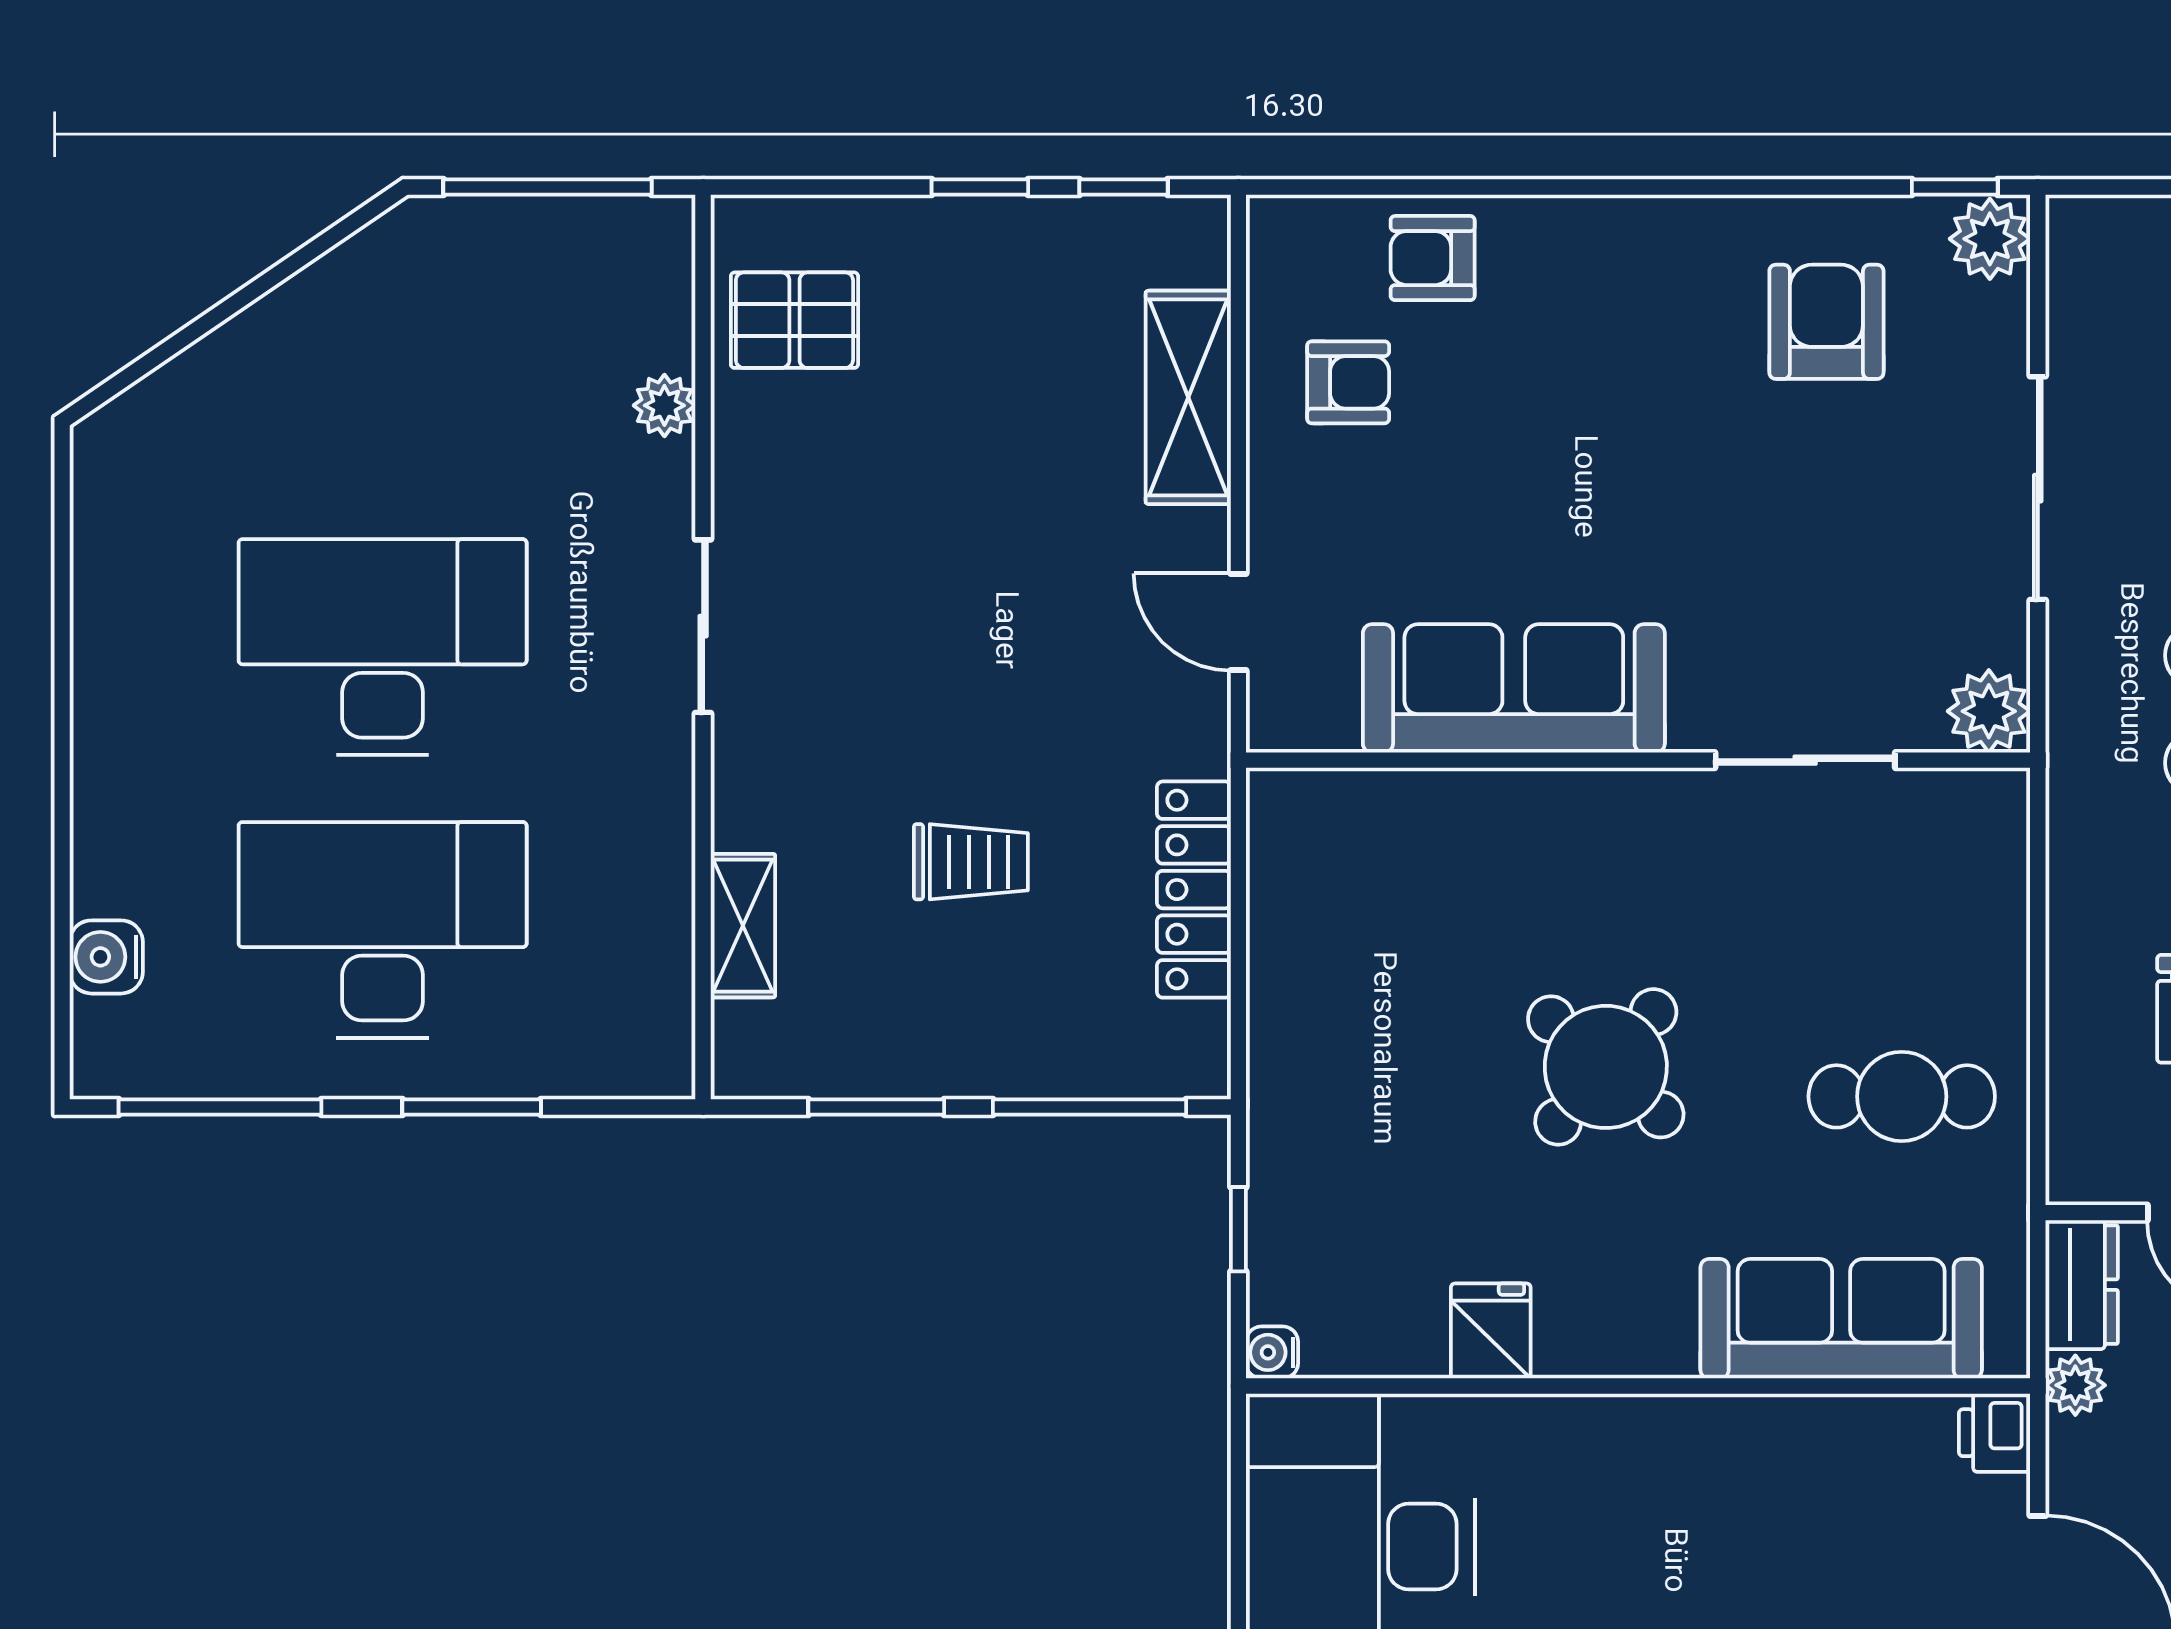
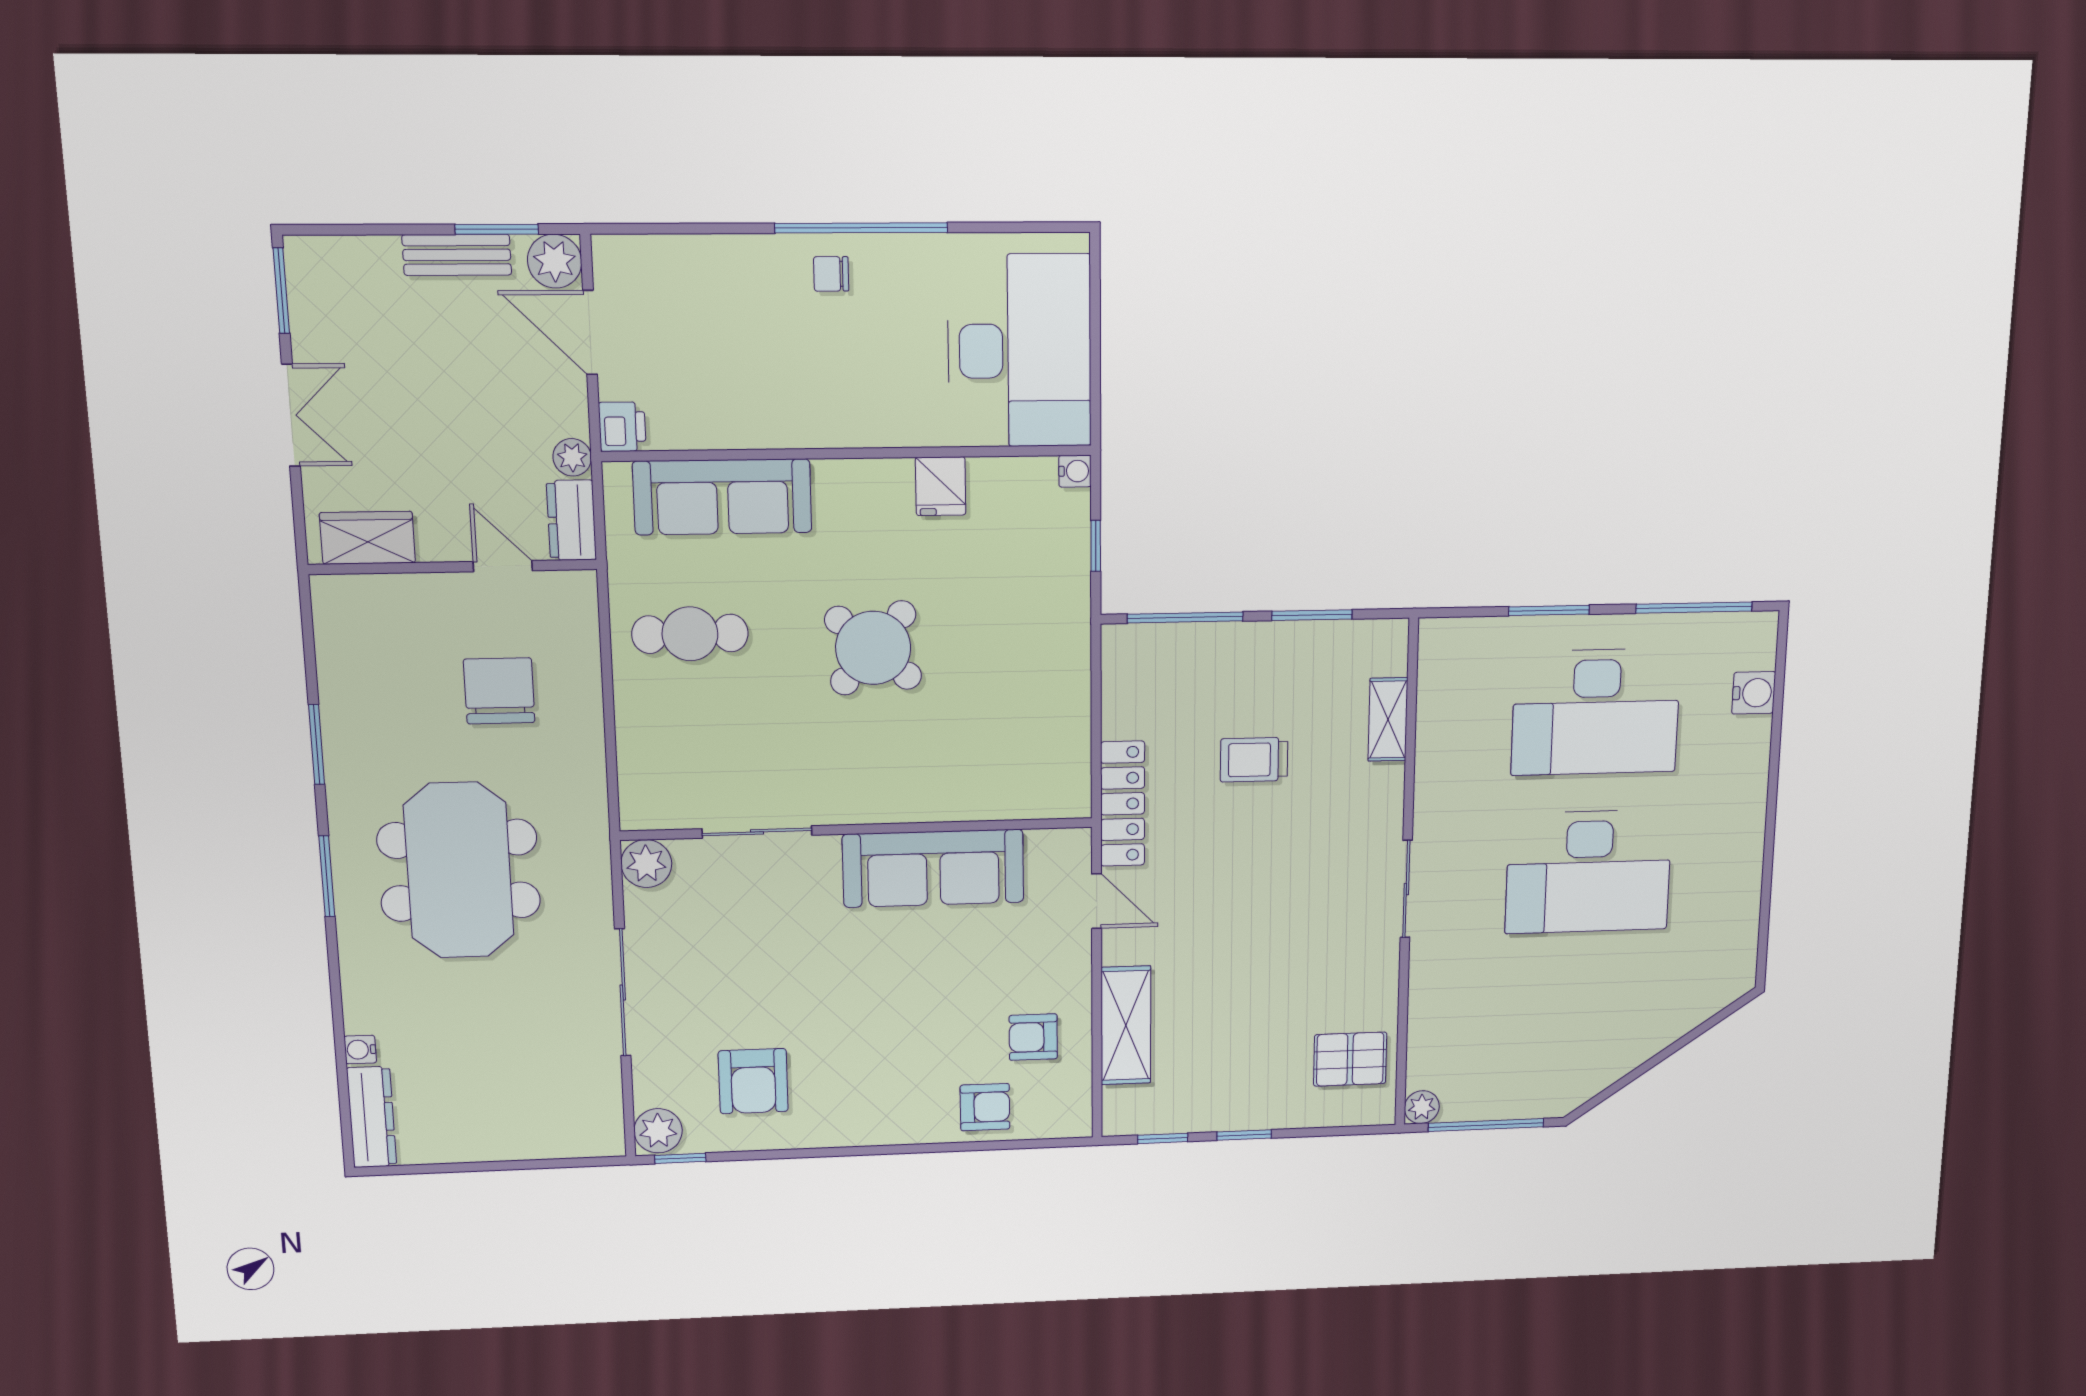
plant: (664, 405) -> (1422, 1107), moved
locker: (1194, 890) -> (1123, 804), moved

